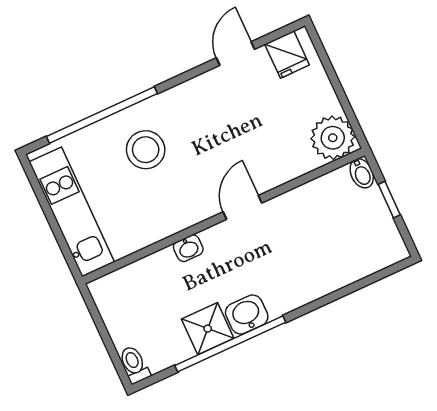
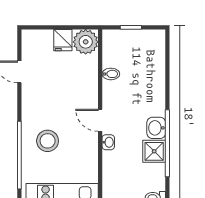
fridge: (287, 55) -> (63, 40), moved, turned 90
bidet: (362, 173) -> (111, 74), moved
door: (242, 207) -> (100, 120), moved

